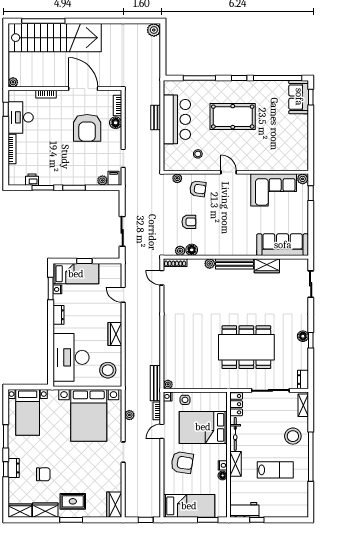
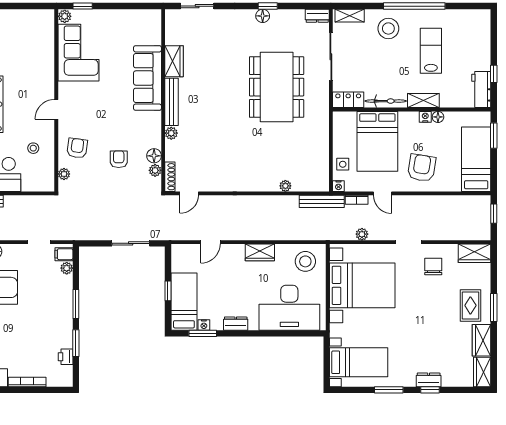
sofa: (283, 245) -> (147, 78), moved
plant: (168, 384) -> (285, 186), moved
chair: (43, 474) -> (433, 267), moved

